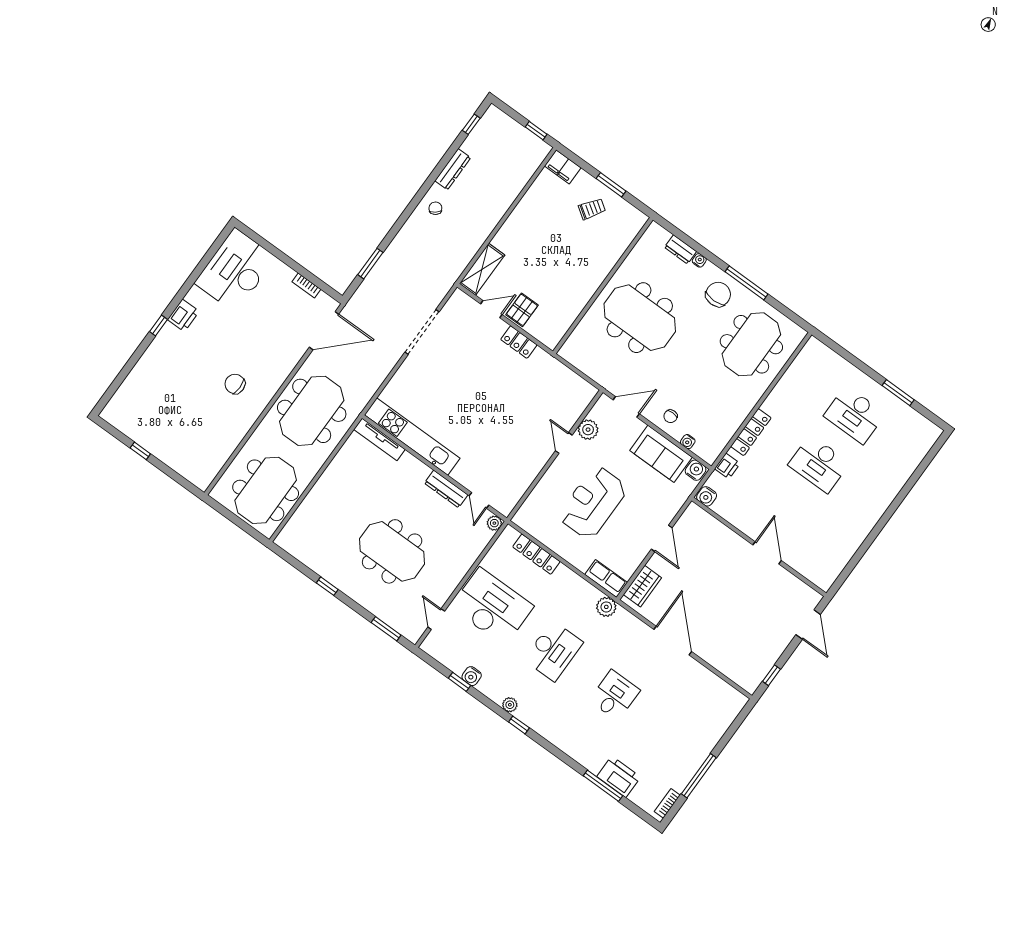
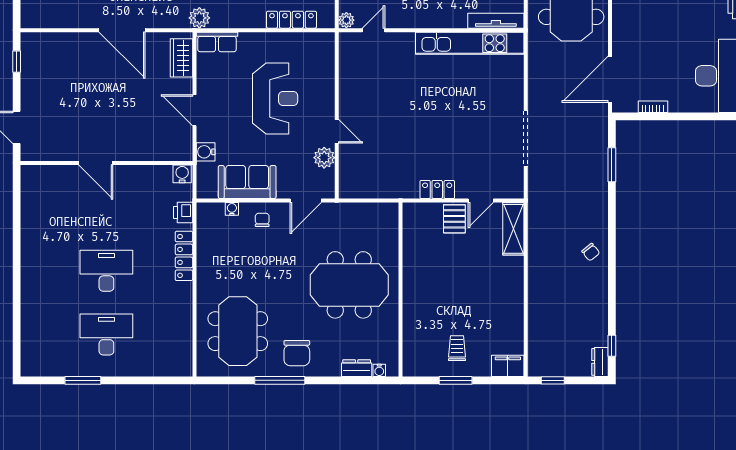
dresser: (453, 169) -> (600, 362), moved, width x0.70
trolley: (592, 209) -> (457, 348), turned 146
water cooler: (699, 260) -> (379, 370), moved
water cooler: (696, 470) -> (206, 152), moved, turned 90
dresser: (446, 489) -> (408, 20), removed
door: (479, 500) -> (373, 30), hinge flipped

